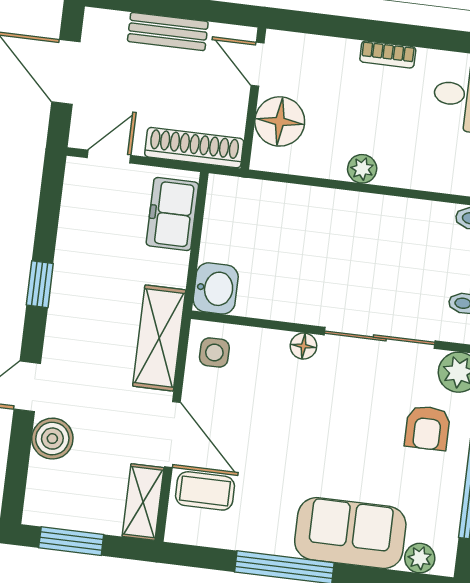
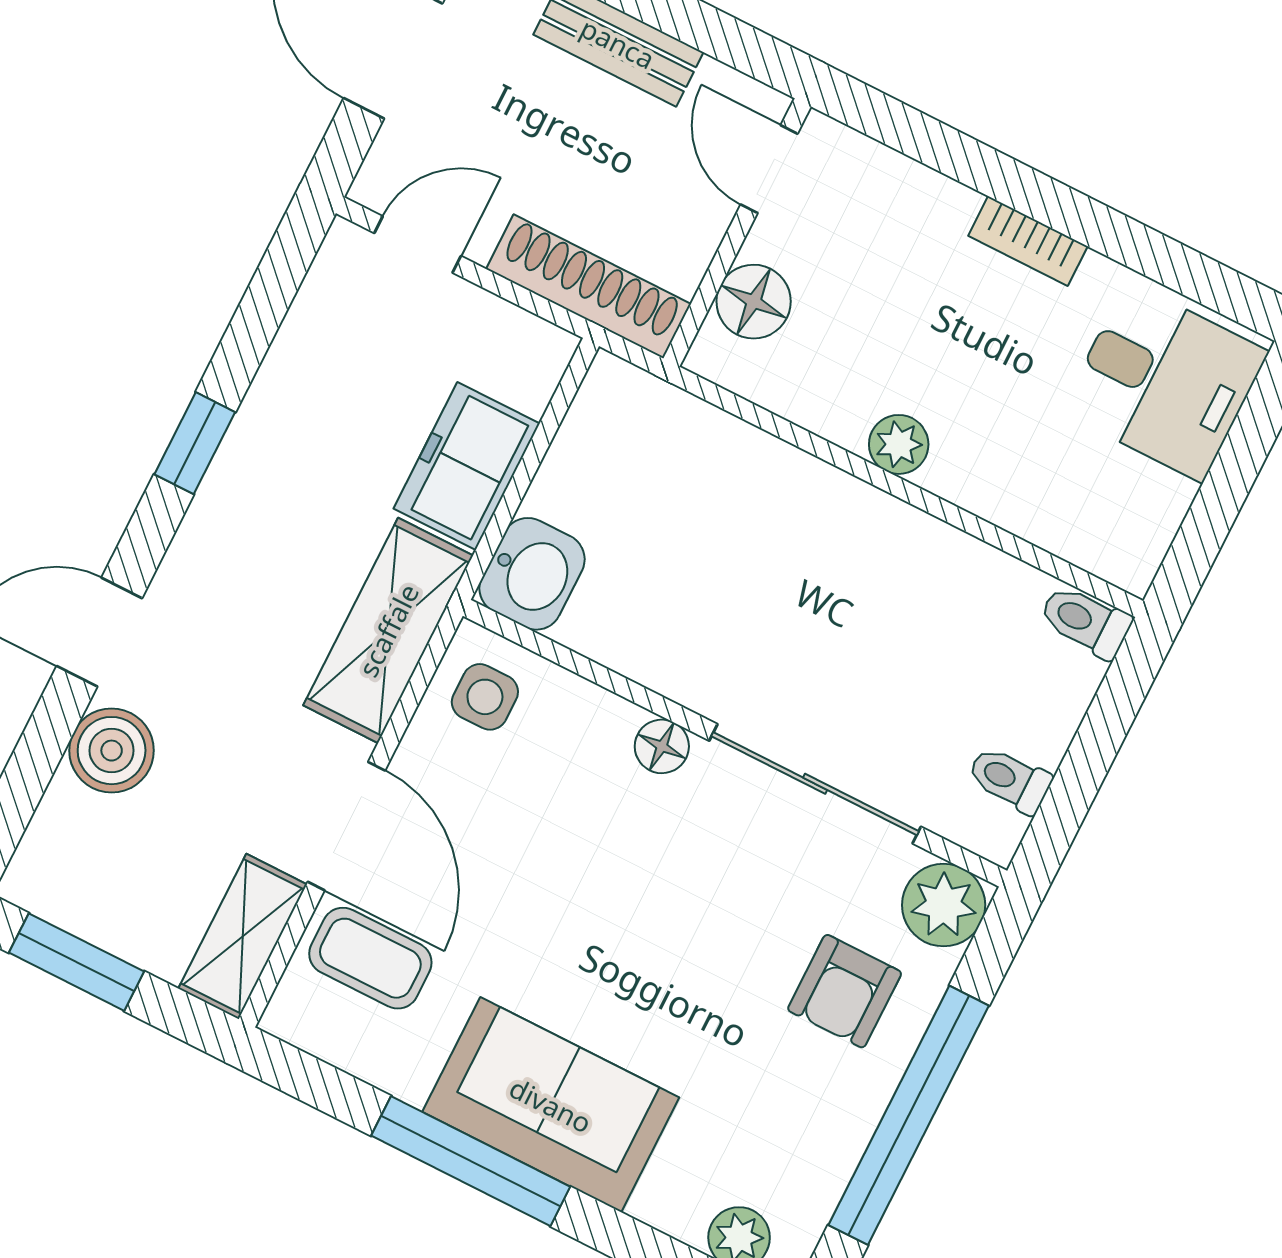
floor lamp: (280, 121) -> (754, 302), width x0.73, depth x0.73
freezer: (172, 214) -> (467, 466), moved
sofa: (350, 533) -> (551, 1105), moved

